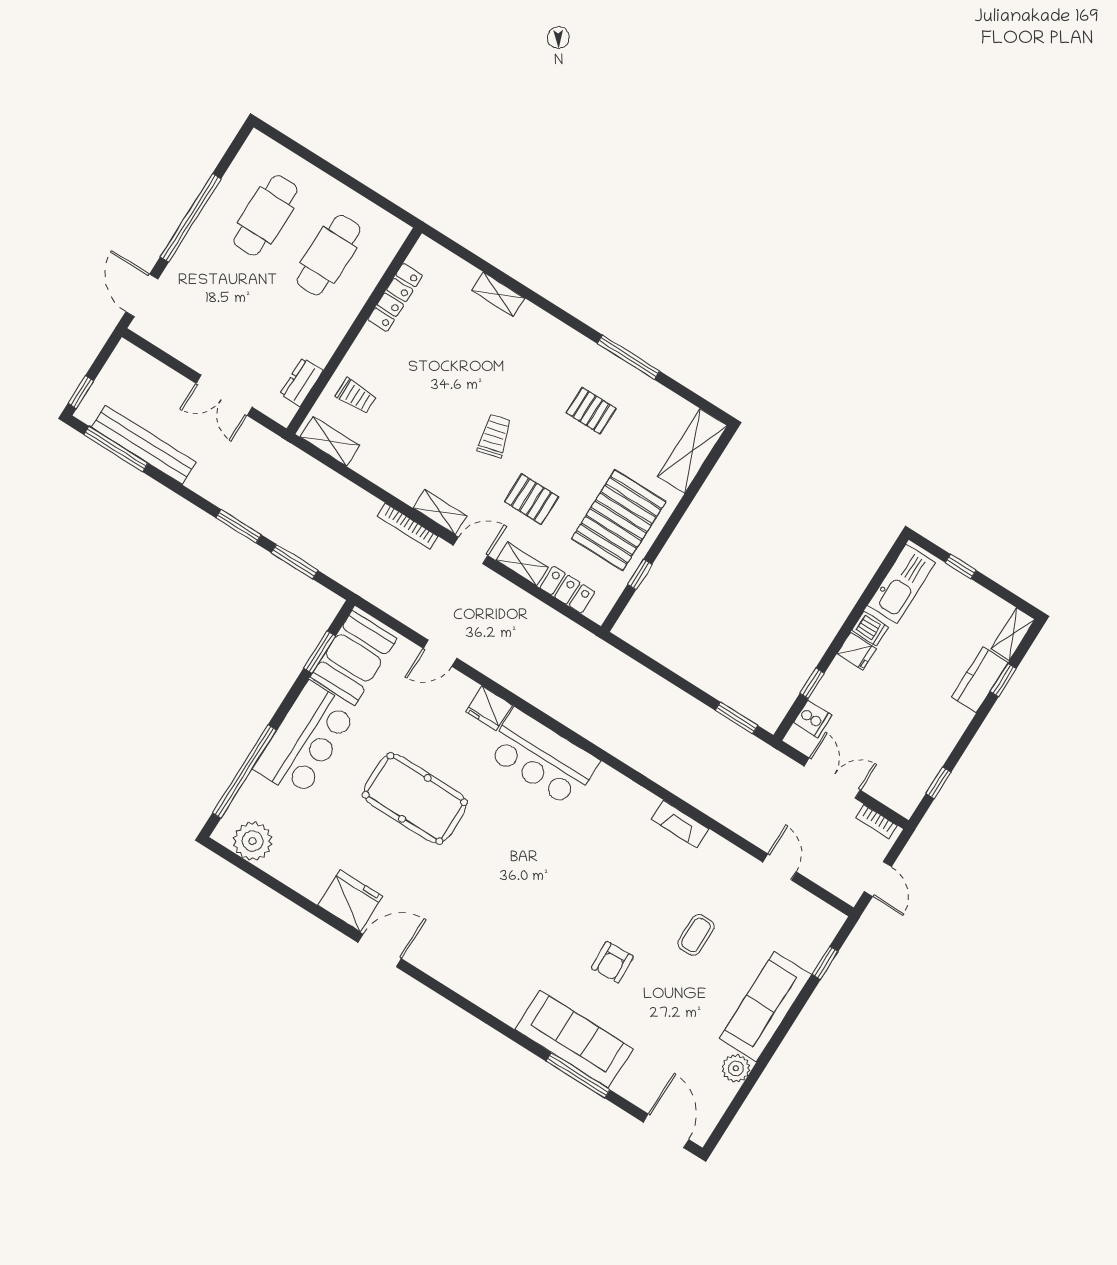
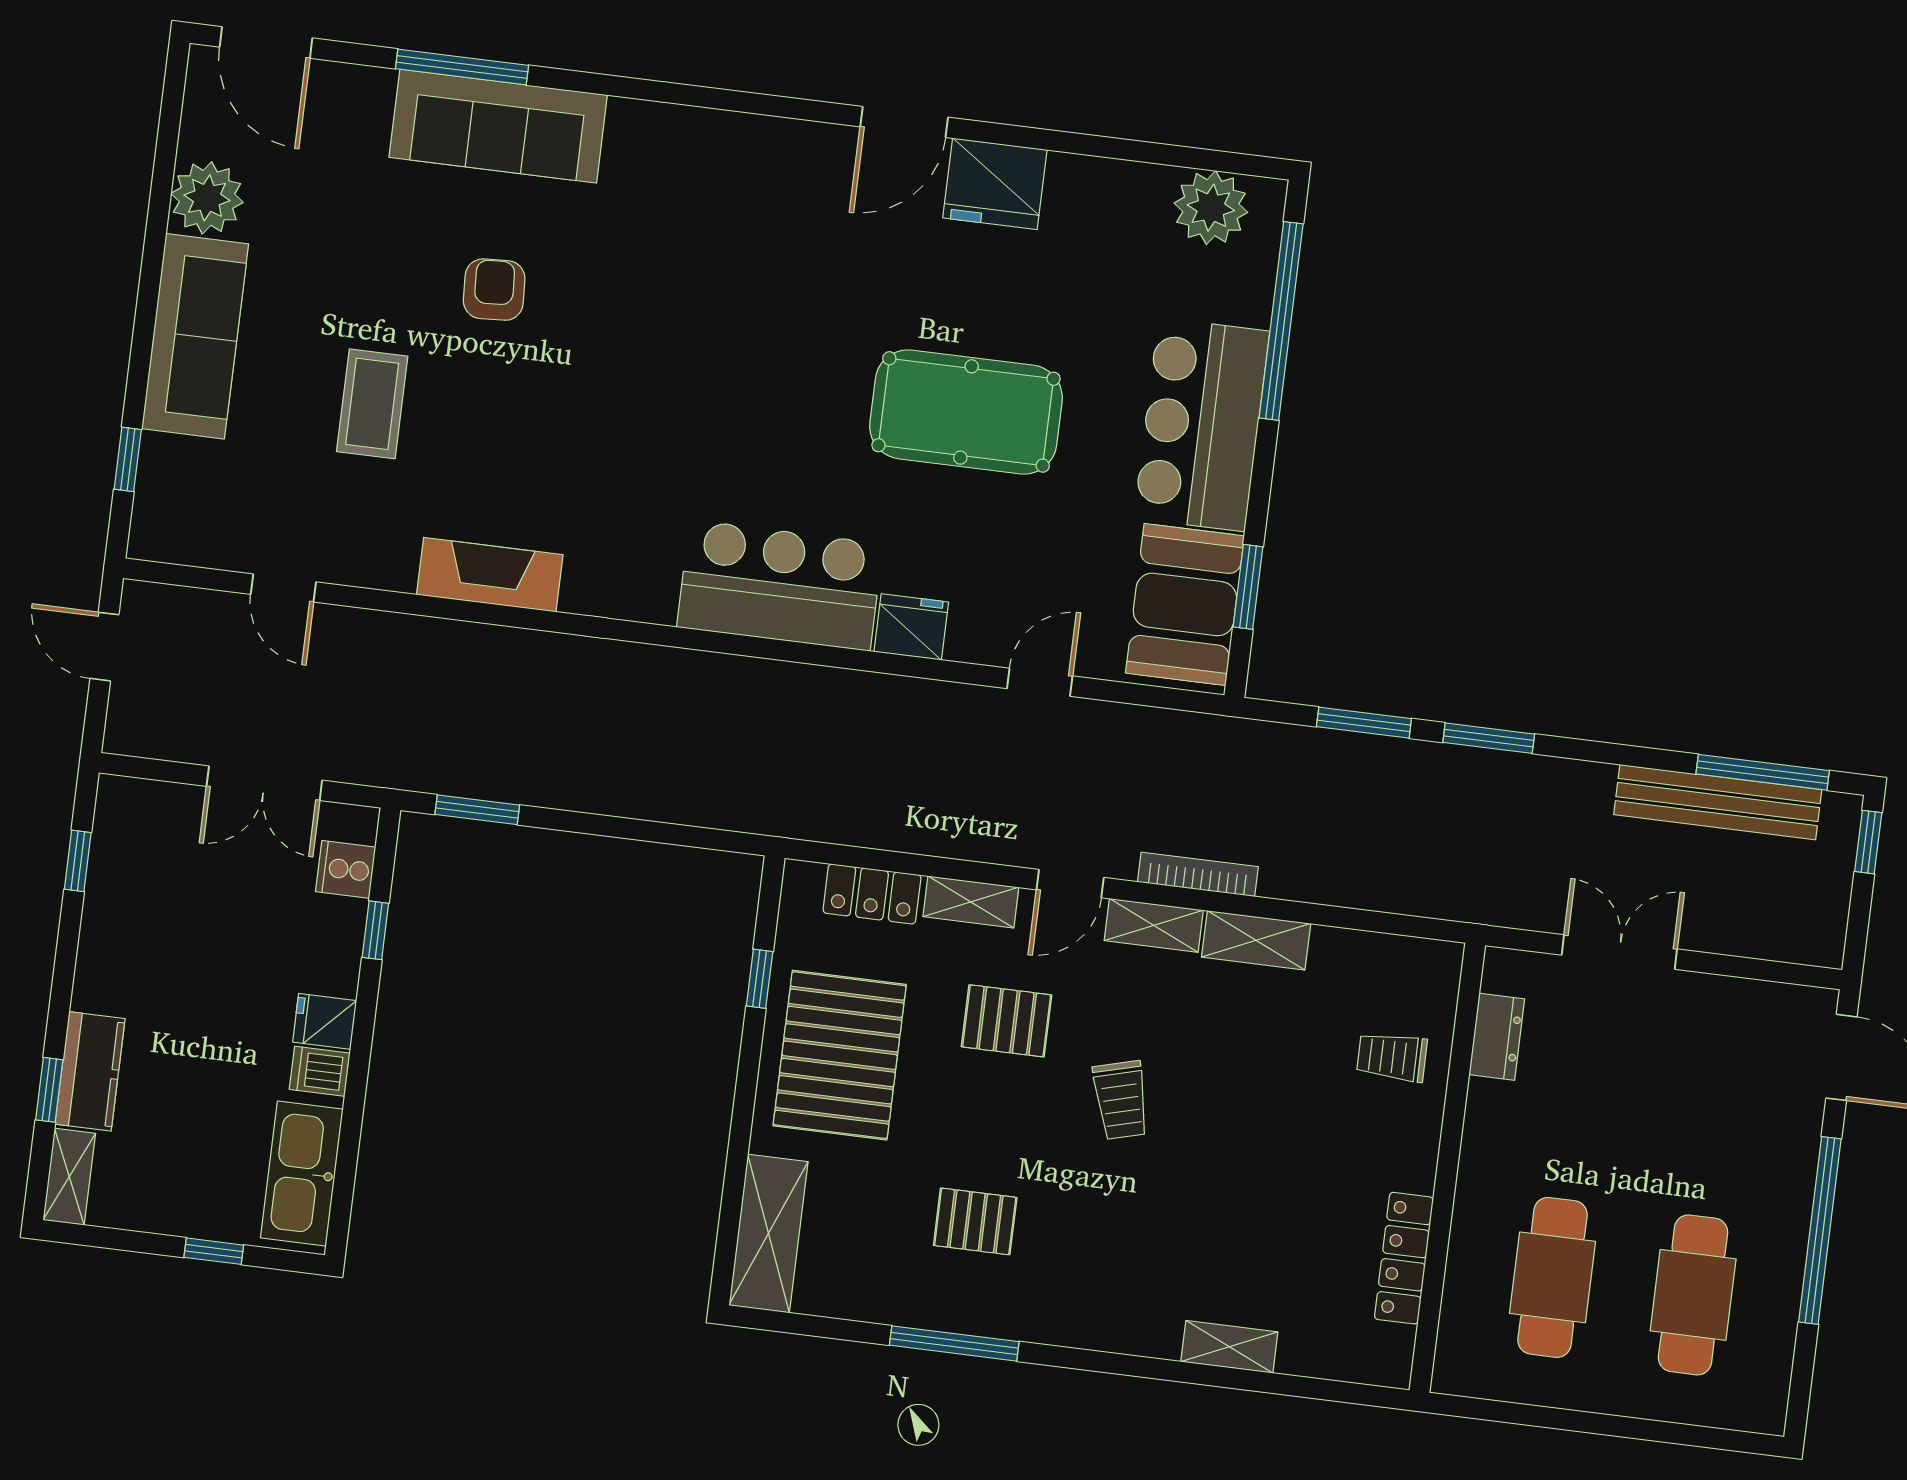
shelving: (330, 441) -> (1256, 940), moved
bookcase: (876, 821) -> (153, 744), removed
fireplace: (680, 824) -> (490, 575), width x1.37, depth x1.32
coffee table: (696, 935) -> (372, 404), width x1.36, depth x1.30
plant: (736, 1068) -> (207, 198), width x1.36, depth x1.36

